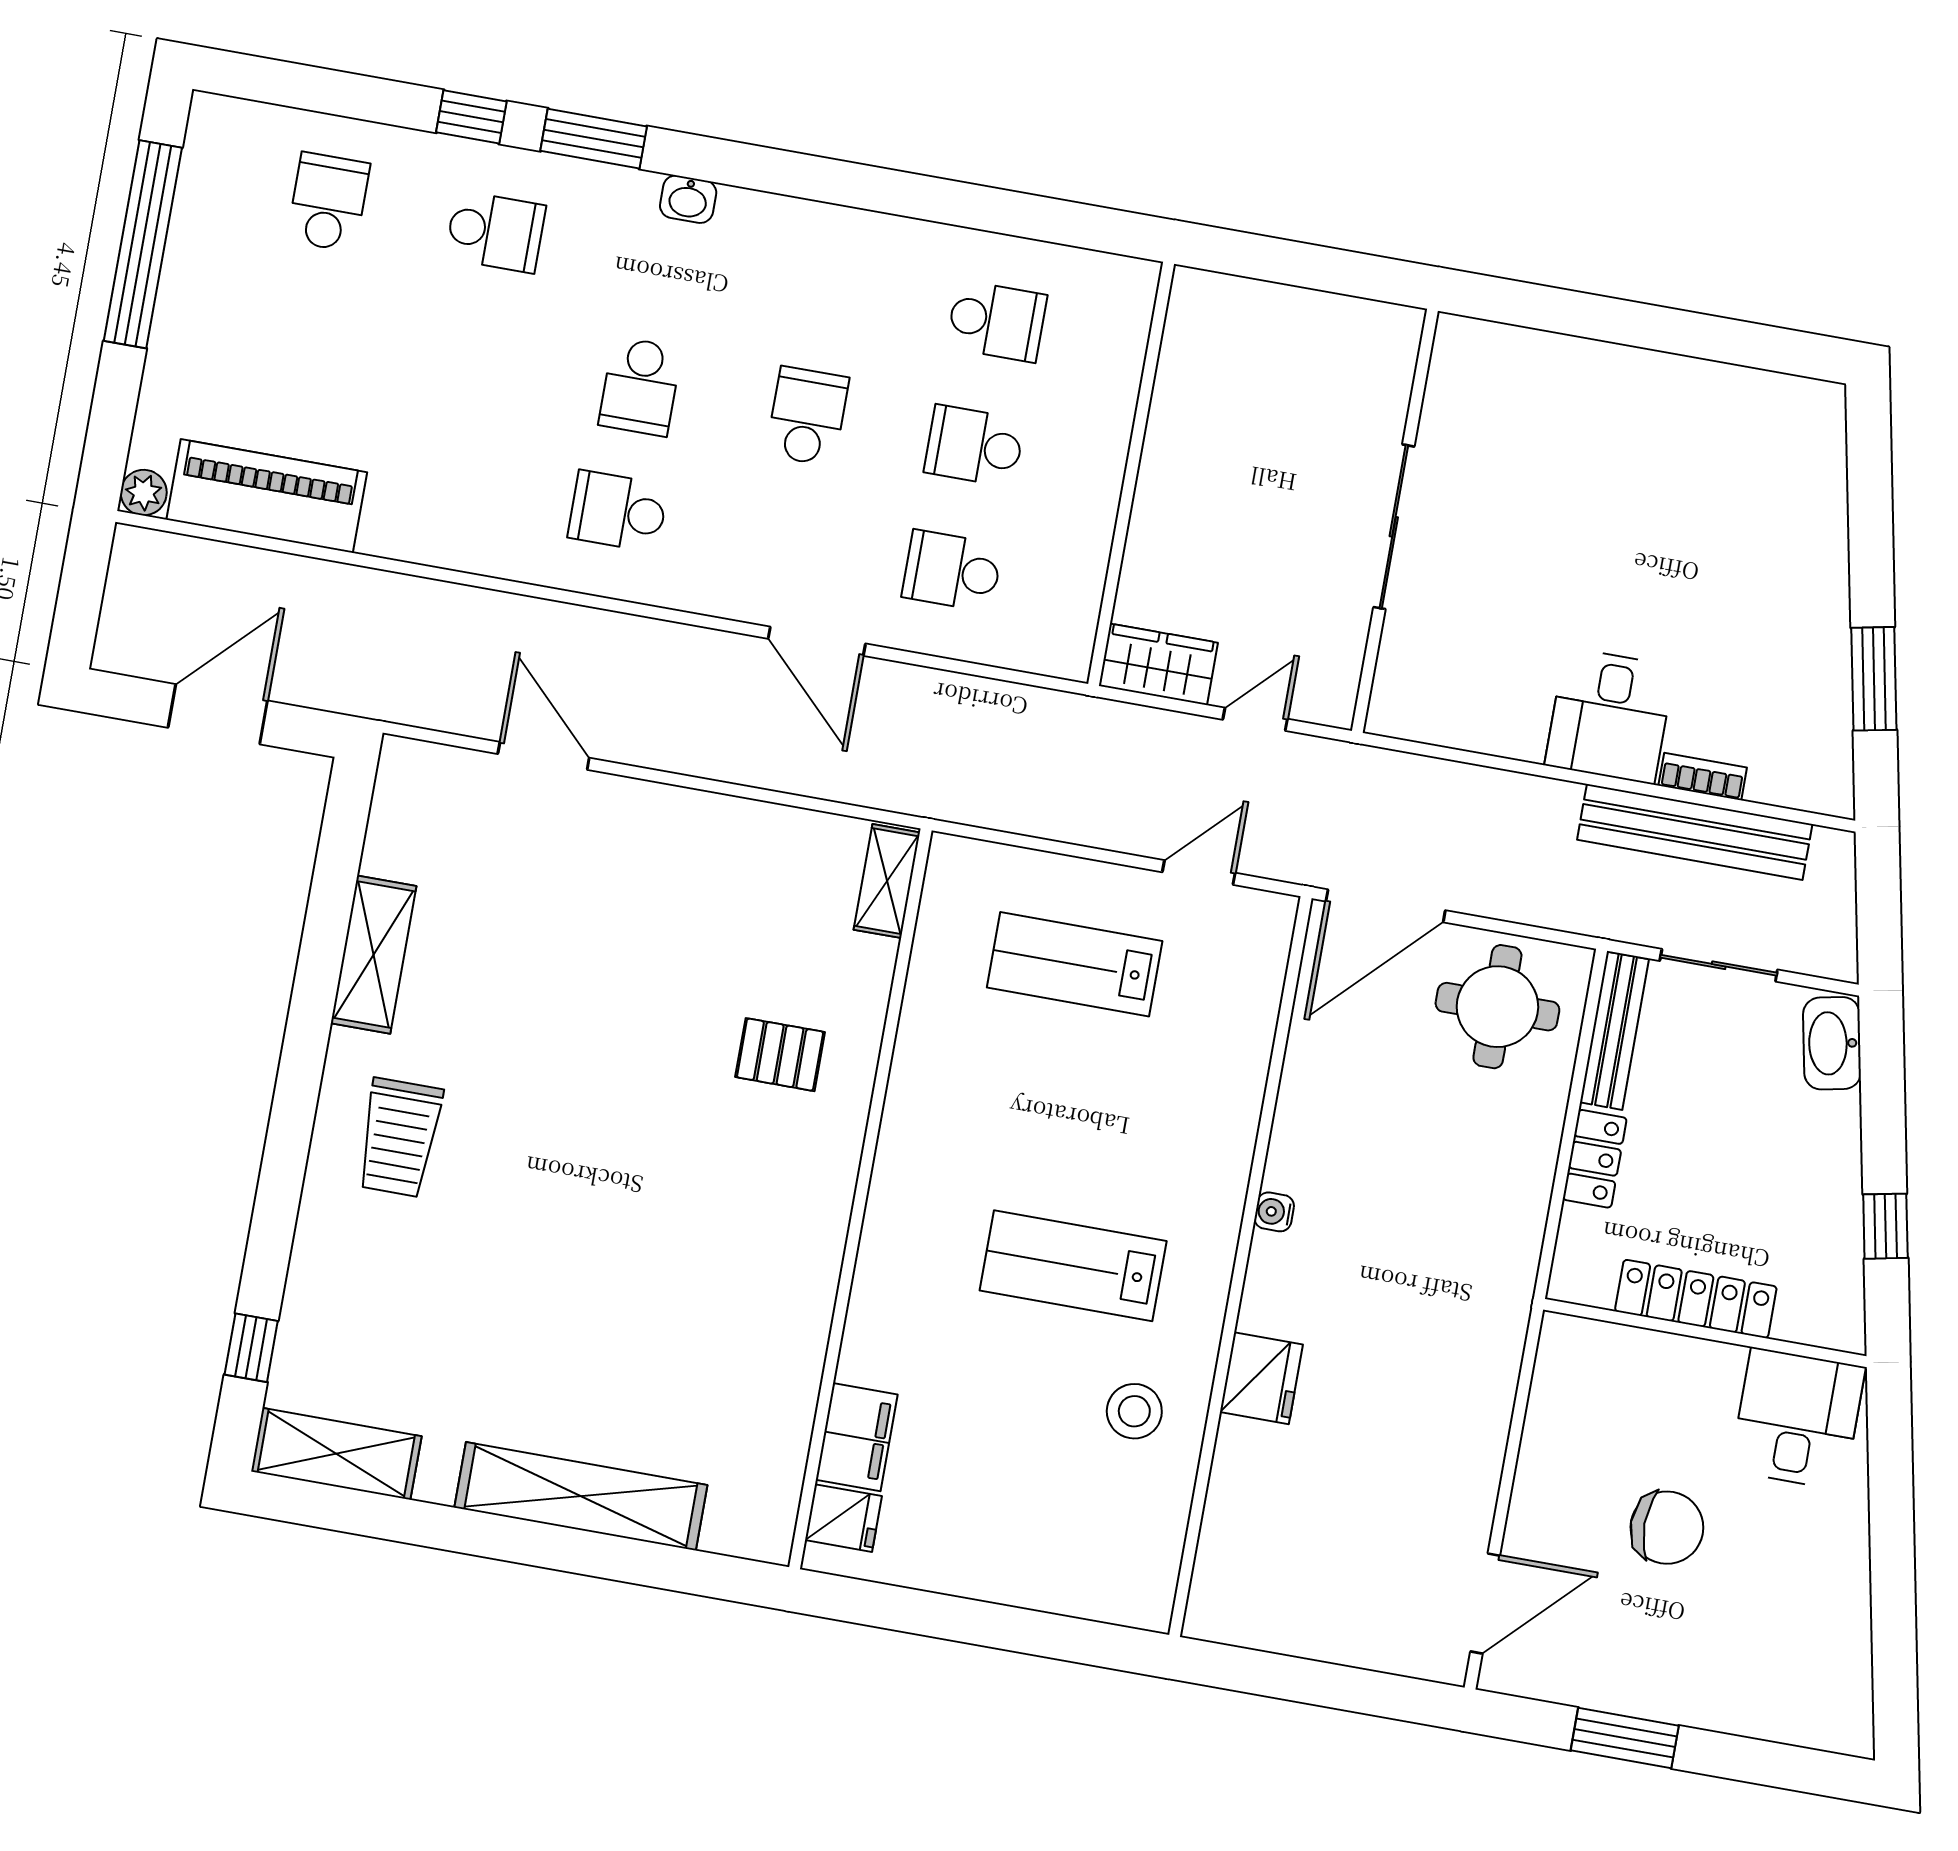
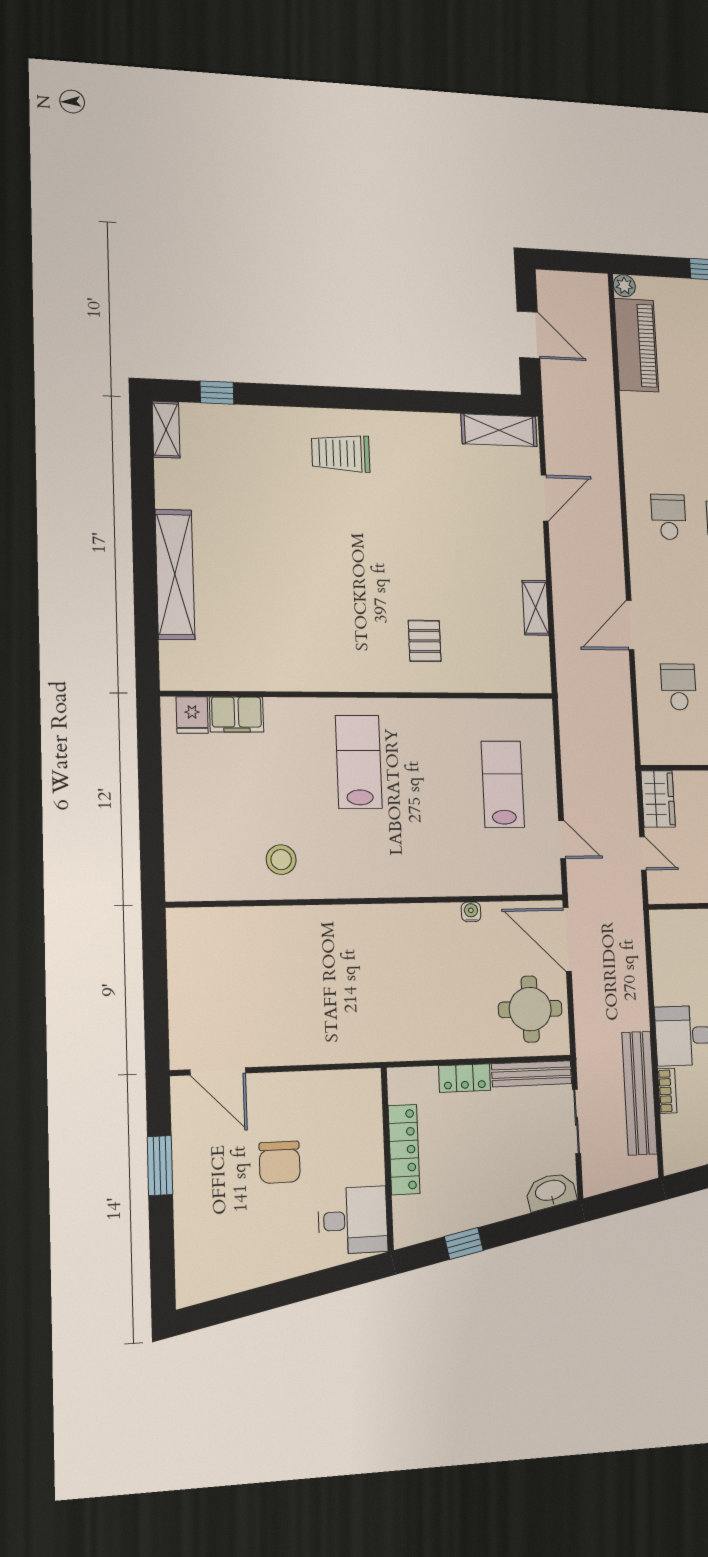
shelving: (887, 881) -> (536, 608), moved, turned 90
shelving: (374, 955) -> (499, 430), moved
water cooler: (1274, 1212) -> (471, 912), moved
lab bench: (1073, 1266) -> (359, 762), moved
fridge: (1261, 1378) -> (313, 924), removed
shelving: (336, 1454) -> (166, 430), width x0.67, depth x0.75

